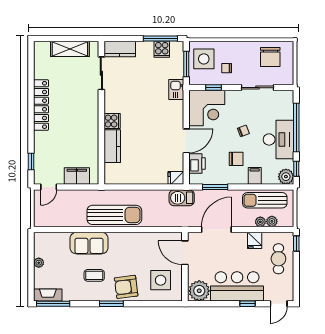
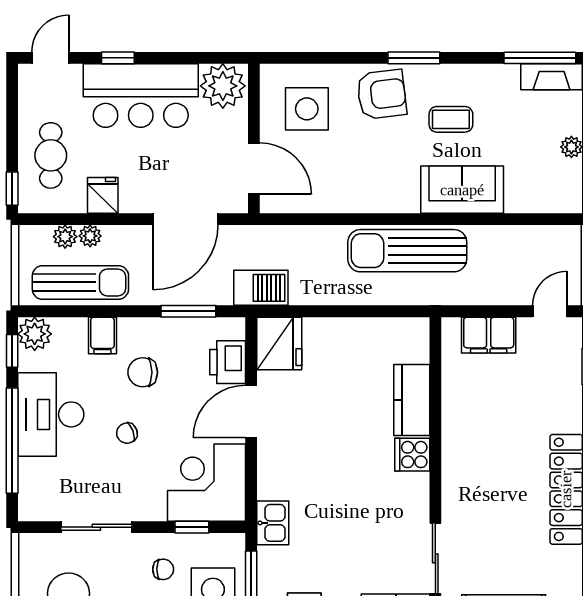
fridge: (176, 178) -> (279, 343), width x1.88, depth x1.34

